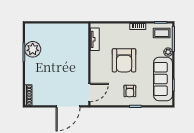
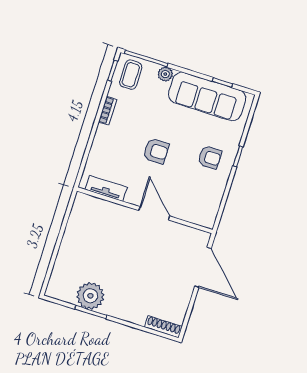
armchair: (124, 60) -> (156, 151), width x0.53, depth x0.53
door: (89, 93) -> (154, 213), moved

